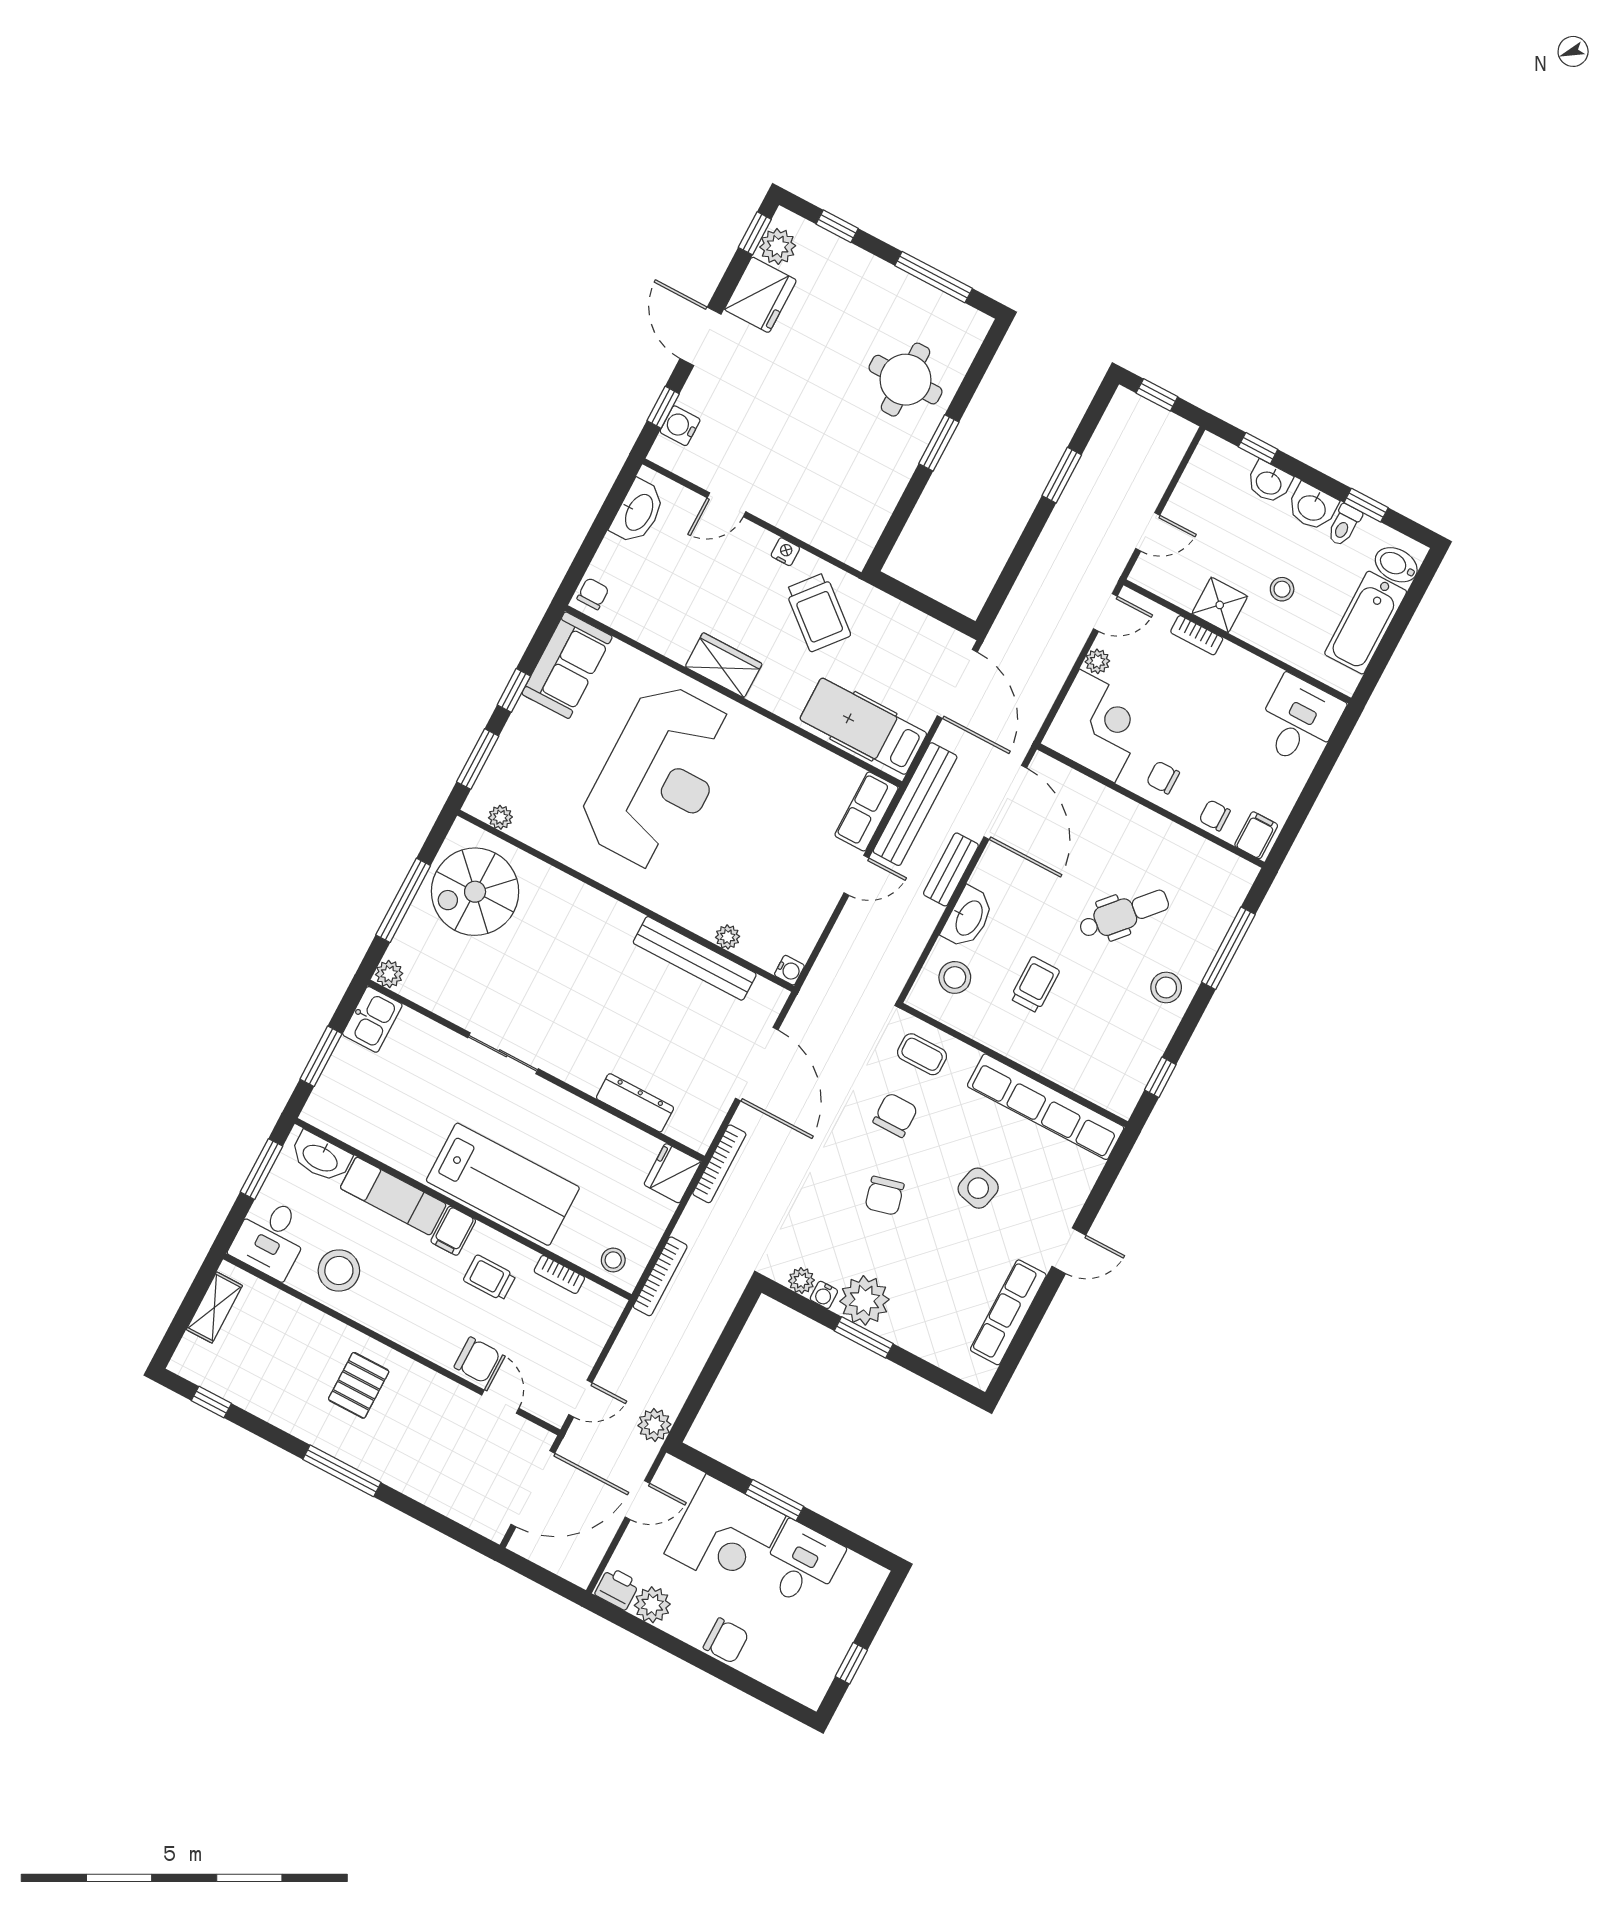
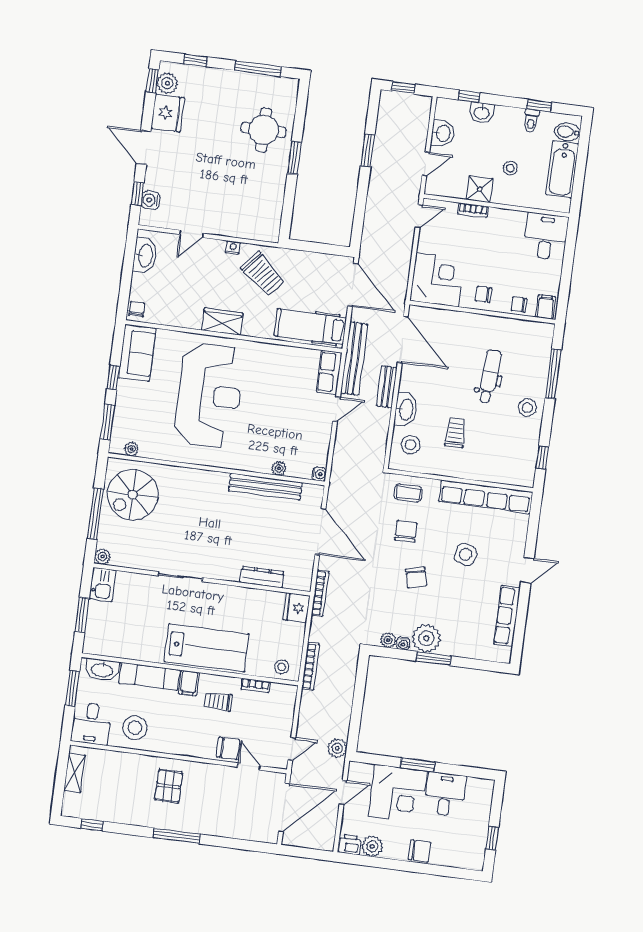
washbasin: (1312, 507) -> (443, 133), moved, turned -90
plant: (1097, 661) -> (424, 244), removed
dental chair: (1124, 914) -> (490, 376), turned -38

